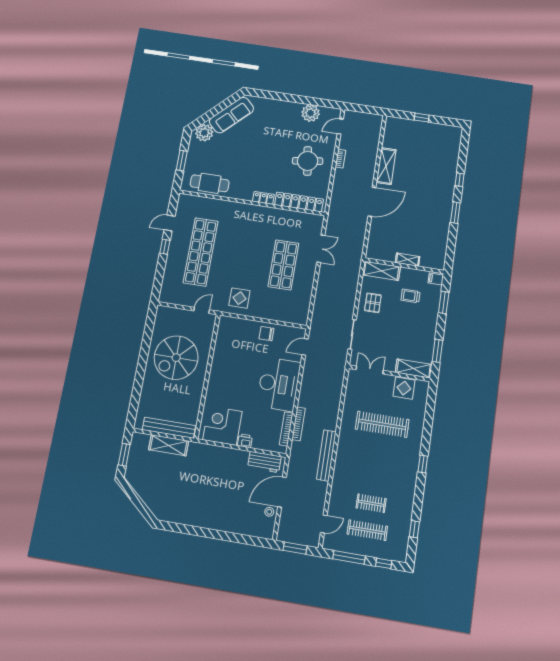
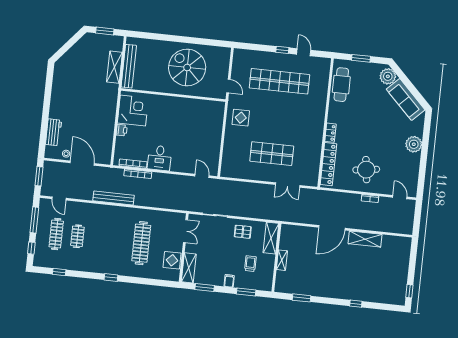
plant: (311, 113) -> (414, 144), moved
window: (422, 118) -> (409, 291), moved
door: (372, 202) -> (332, 228), hinge flipped
window: (455, 213) -> (301, 298), moved
filing cabinet: (436, 279) -> (229, 281), moved
chair: (267, 334) -> (212, 143), removed
desk: (279, 384) -> (160, 158), width x0.53, depth x0.77
workbench: (264, 462) -> (54, 132), moved, turned 180

